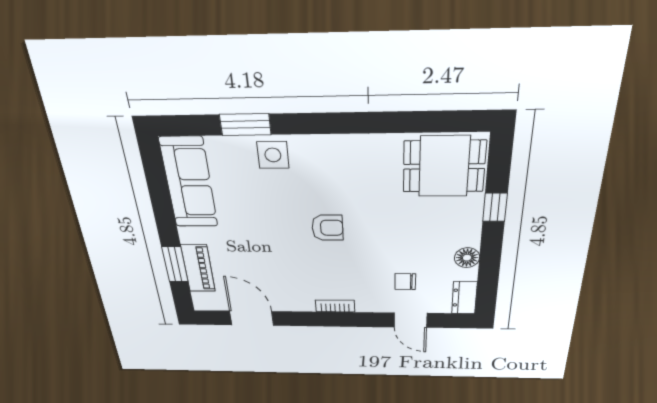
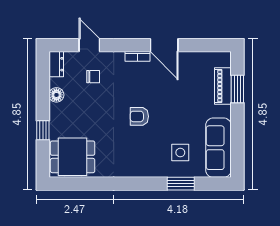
side table: (273, 155) -> (180, 153), moved
door: (252, 318) -> (164, 45), moved

